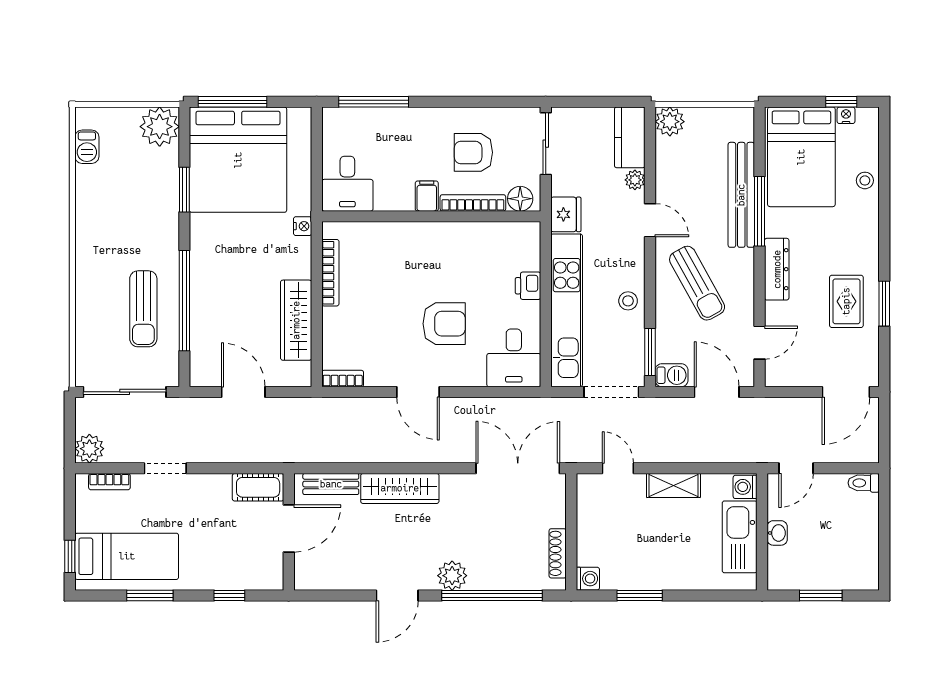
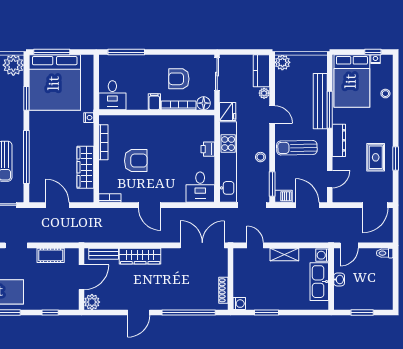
sun lounger: (697, 283) -> (297, 148), turned 118
armchair: (444, 324) -> (136, 161), moved
cot: (258, 487) -> (51, 255), moved
plant: (452, 576) -> (92, 302), moved

